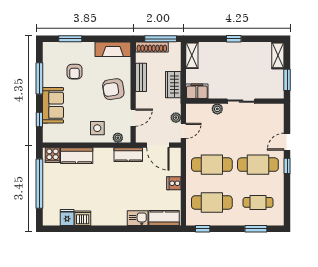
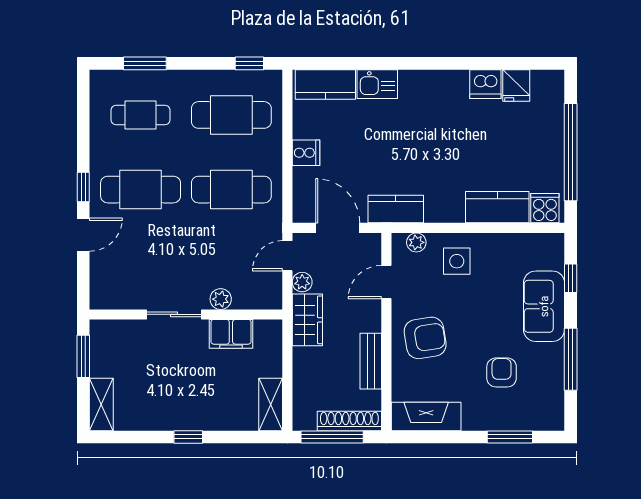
wardrobe: (173, 85) -> (307, 320), moved
filing cabinet: (197, 91) -> (231, 334), moved

